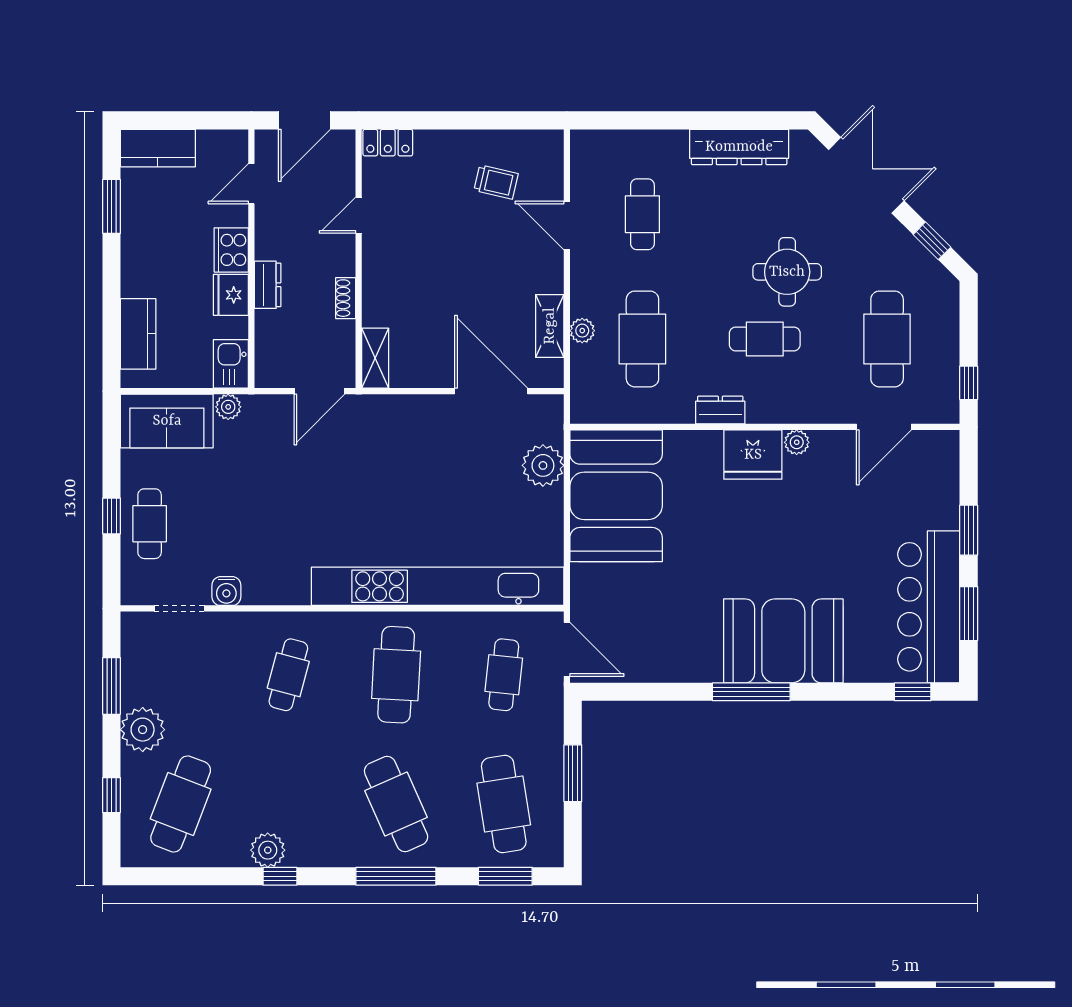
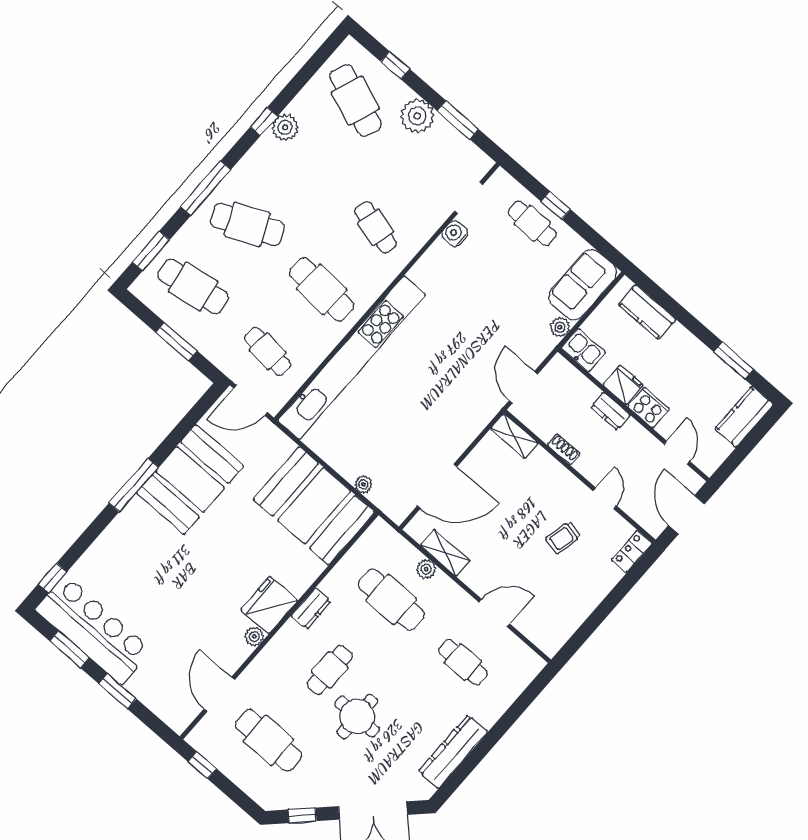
trolley: (496, 182) -> (563, 537), moved
plant: (543, 465) -> (363, 484), width x0.53, depth x0.53
booth: (783, 641) -> (190, 479), moved

